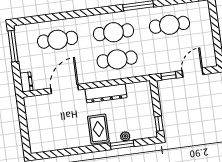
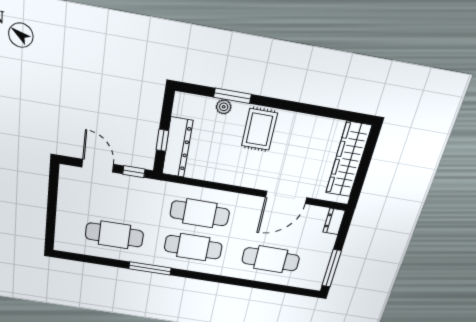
door: (193, 73) -> (98, 166), swing flipped
dresser: (106, 93) -> (177, 147), moved, turned 90
window: (159, 124) -> (162, 140), moved
wardrobe: (35, 127) -> (348, 160), added

